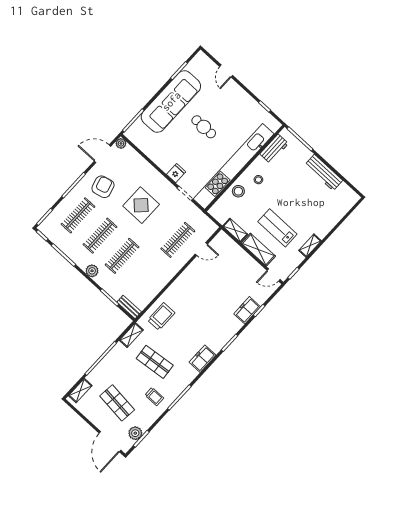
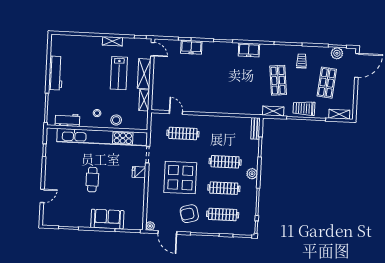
sofa: (171, 101) -> (107, 219), width x0.54, depth x0.79
display table: (141, 205) -> (180, 178), width x1.36, depth x1.36
trolley: (161, 316) -> (304, 108), moved

